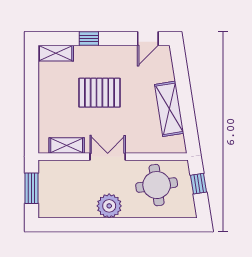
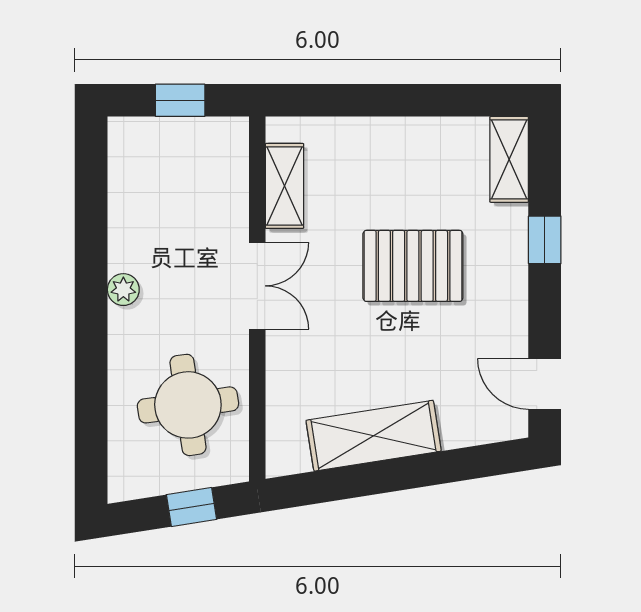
pallet: (99, 93) -> (413, 266), turned 90
window: (31, 188) -> (180, 100), width x0.67
plant: (109, 206) -> (123, 290), width x0.53, depth x0.53

